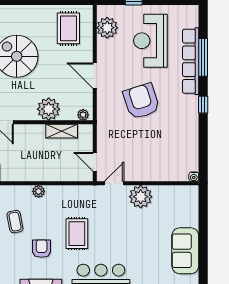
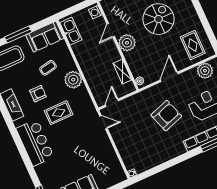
rug: (68, 28) -> (193, 45), turned 90
window: (203, 105) -> (183, 158), removed
plant: (49, 109) -> (127, 43), moved
plant: (38, 191) -> (73, 80), width x1.87, depth x1.87
plant: (141, 197) -> (103, 144), removed

